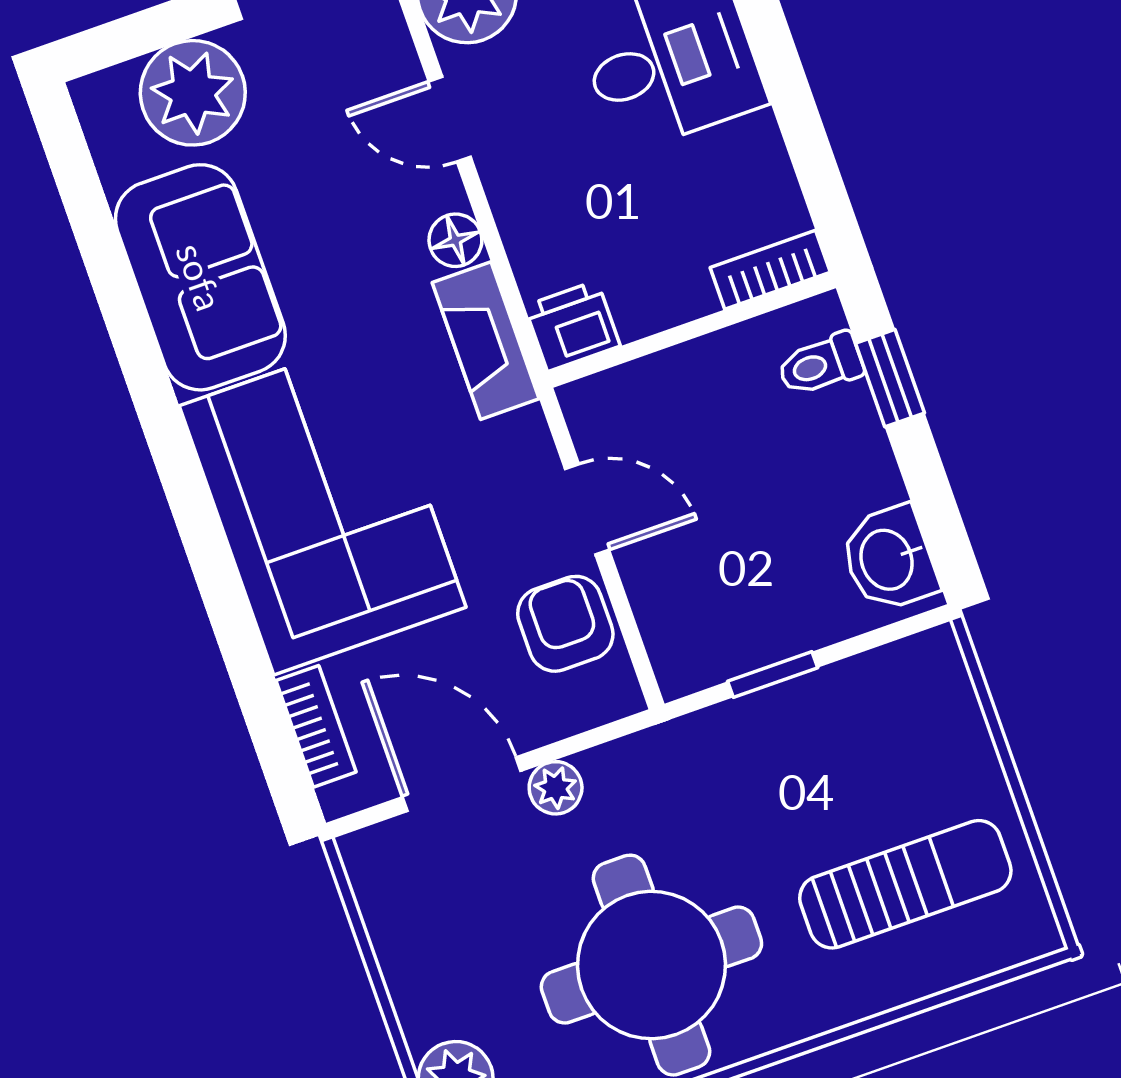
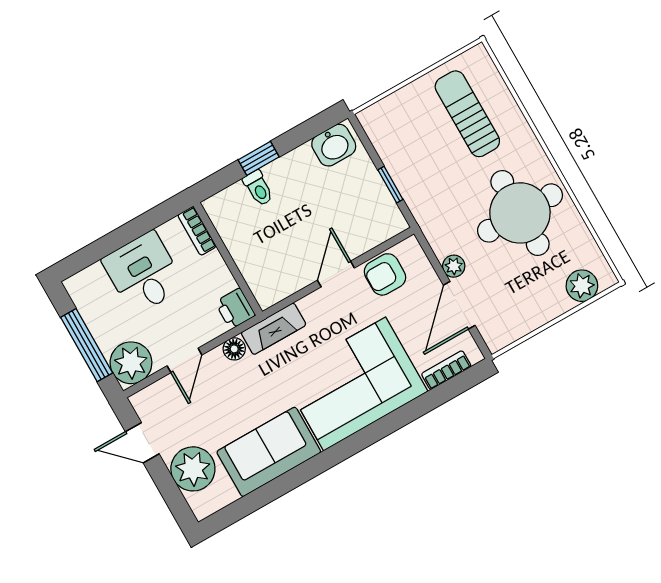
bookcase: (770, 270) -> (197, 231), moved
printer: (572, 326) -> (235, 309), moved
wall: (692, 330) -> (228, 259), moved

